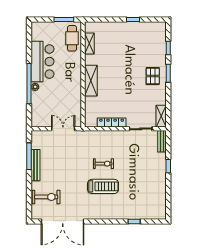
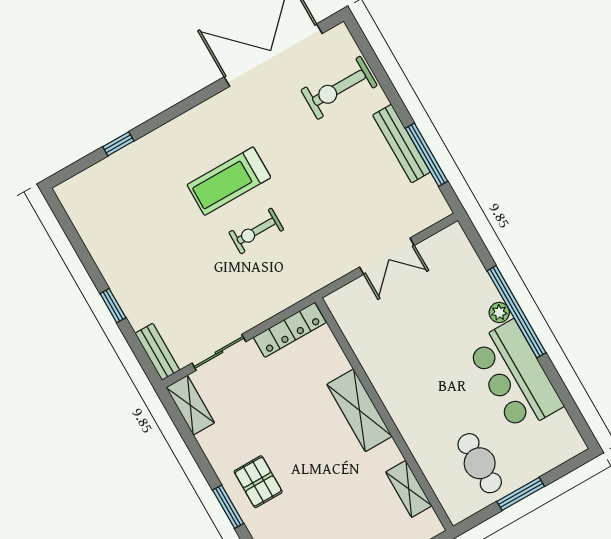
shelving: (89, 43) -> (409, 489), moved
wall: (83, 74) -> (384, 414), moved
shelving: (91, 81) -> (359, 410), moved

